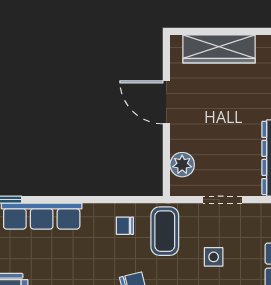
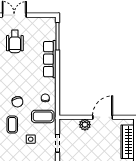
plant: (182, 165) -> (85, 125), moved

